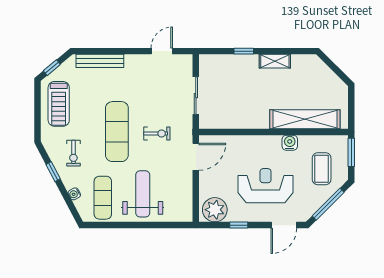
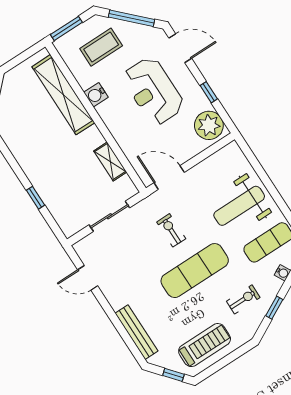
shelving: (275, 61) -> (110, 161), moved

